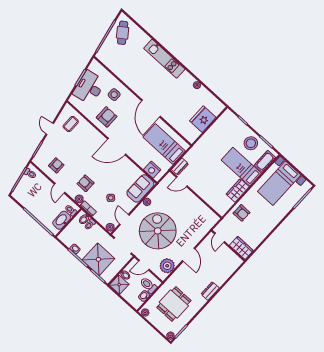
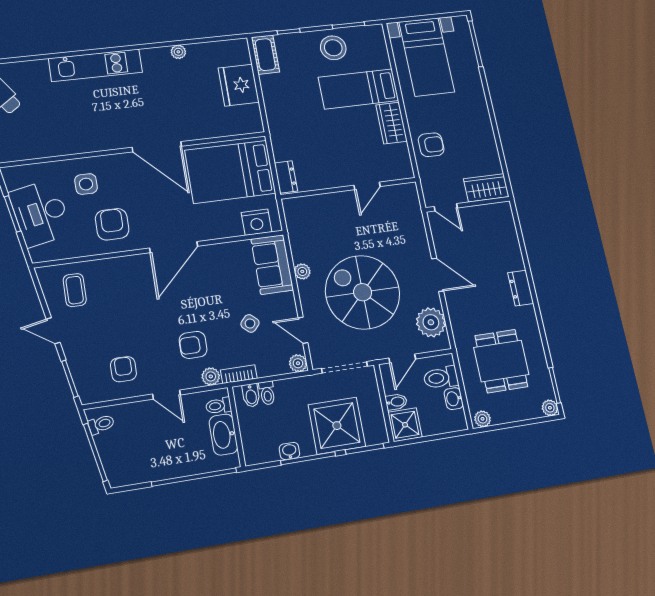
bed: (164, 144) -> (230, 172), width x1.50
cot: (265, 161) -> (265, 55), moved
door: (182, 182) -> (367, 186), moved

